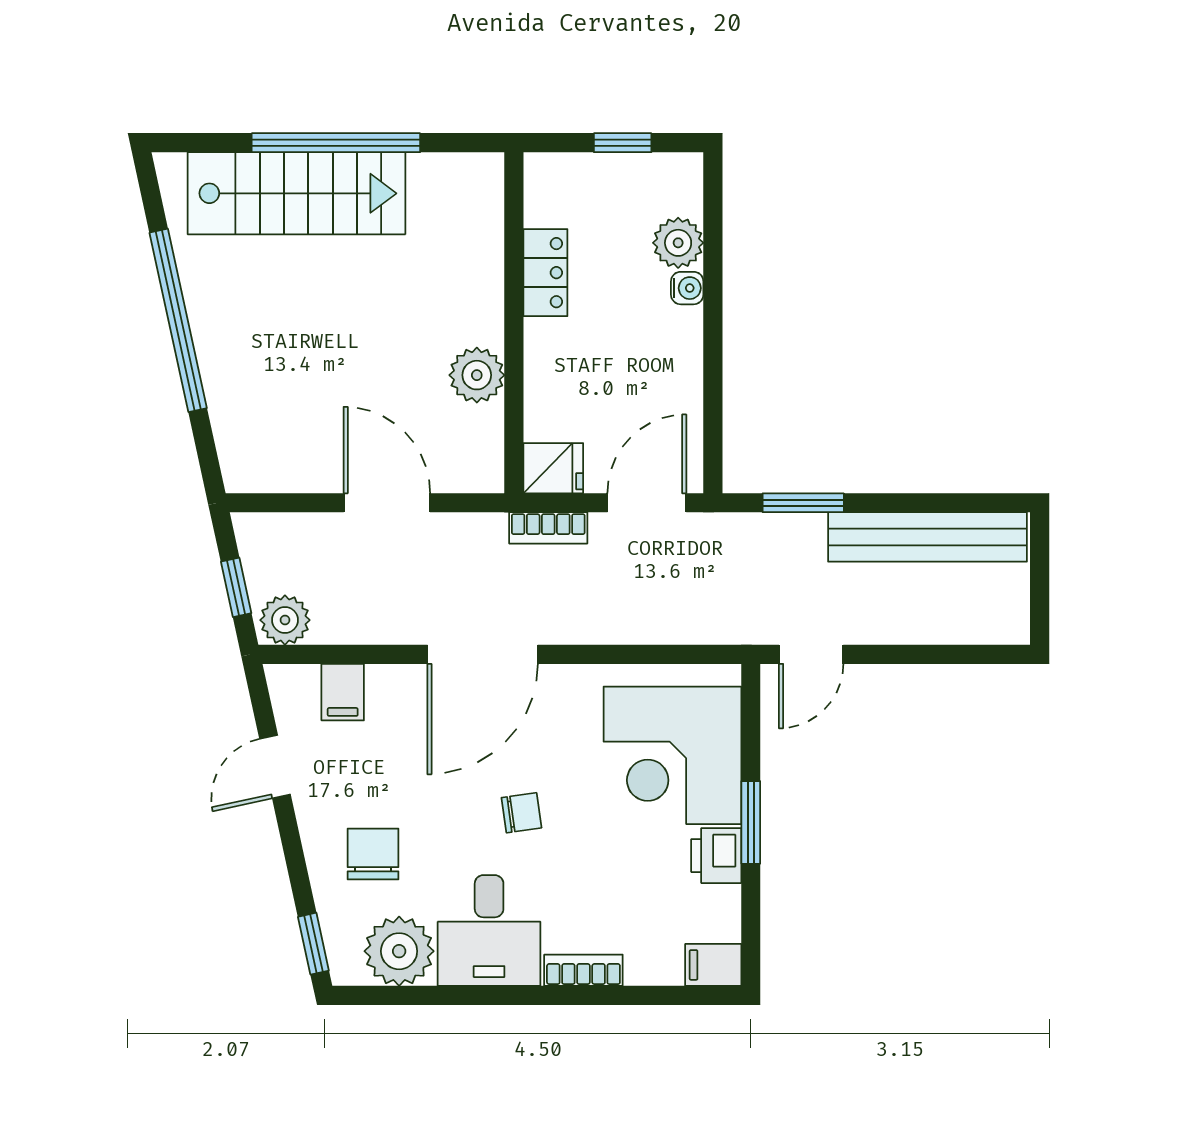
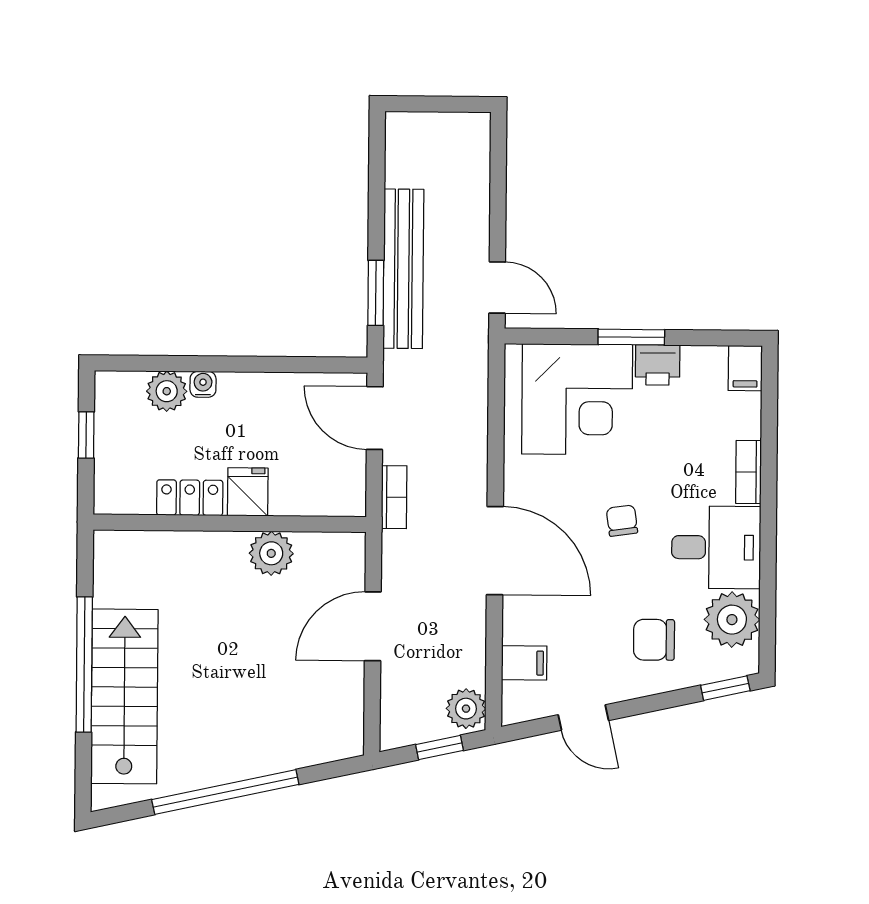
fridge: (553, 468) -> (248, 492), moved
bench: (928, 537) -> (403, 269), moved

